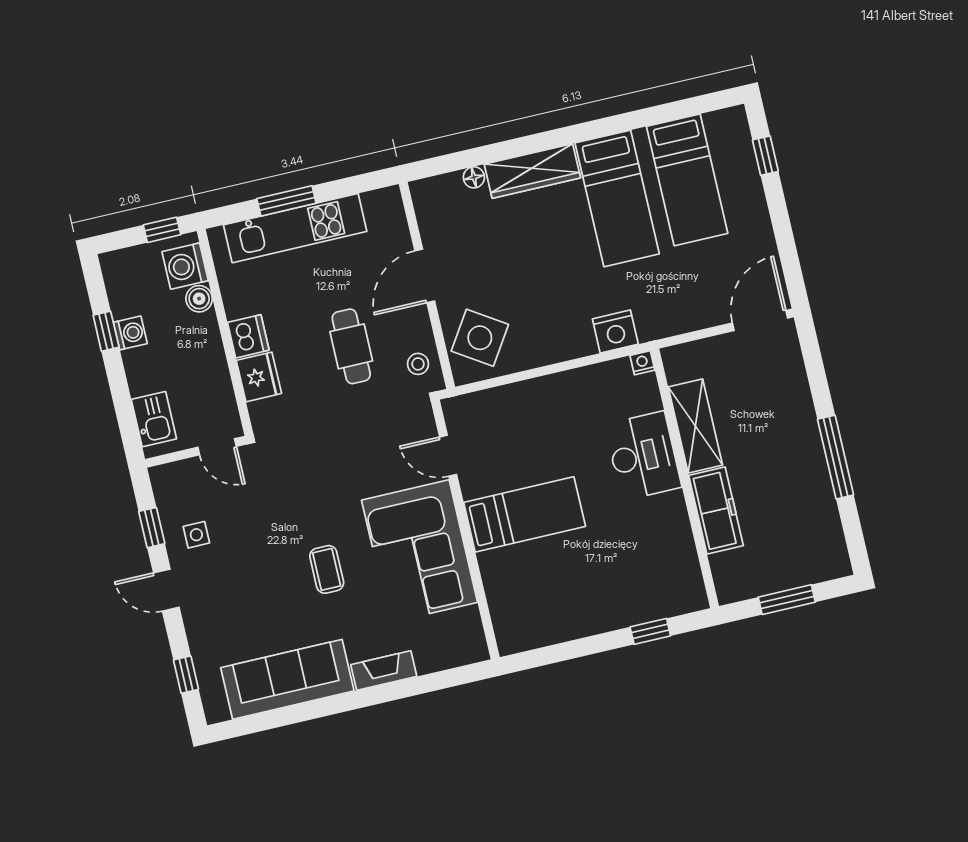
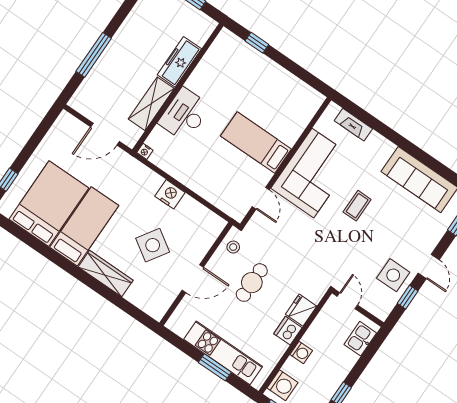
floor lamp: (474, 177) -> (131, 296), removed
bed: (687, 180) -> (49, 204), width x1.50
boiler: (199, 299) -> (291, 366), removed
door: (760, 320) -> (105, 134), moved
nightstand: (615, 331) -> (170, 194), moved
washing machine: (130, 333) -> (301, 353), moved, turned 180
side table: (480, 338) -> (153, 245), moved
window: (836, 457) -> (94, 55), moved
side table: (196, 535) -> (393, 275), width x1.87, depth x1.87
fireplace: (384, 671) -> (353, 125), moved

